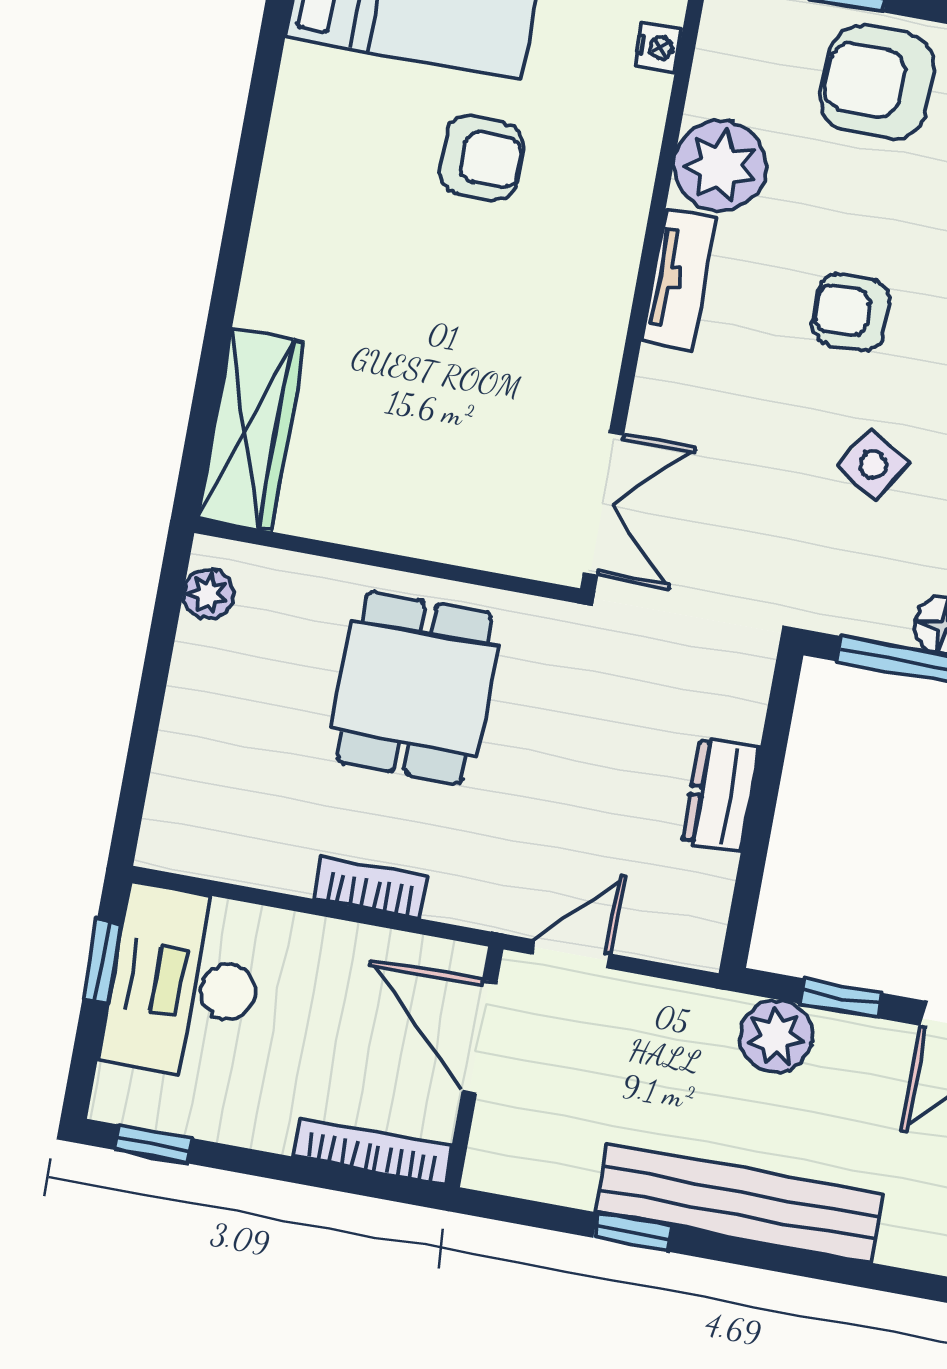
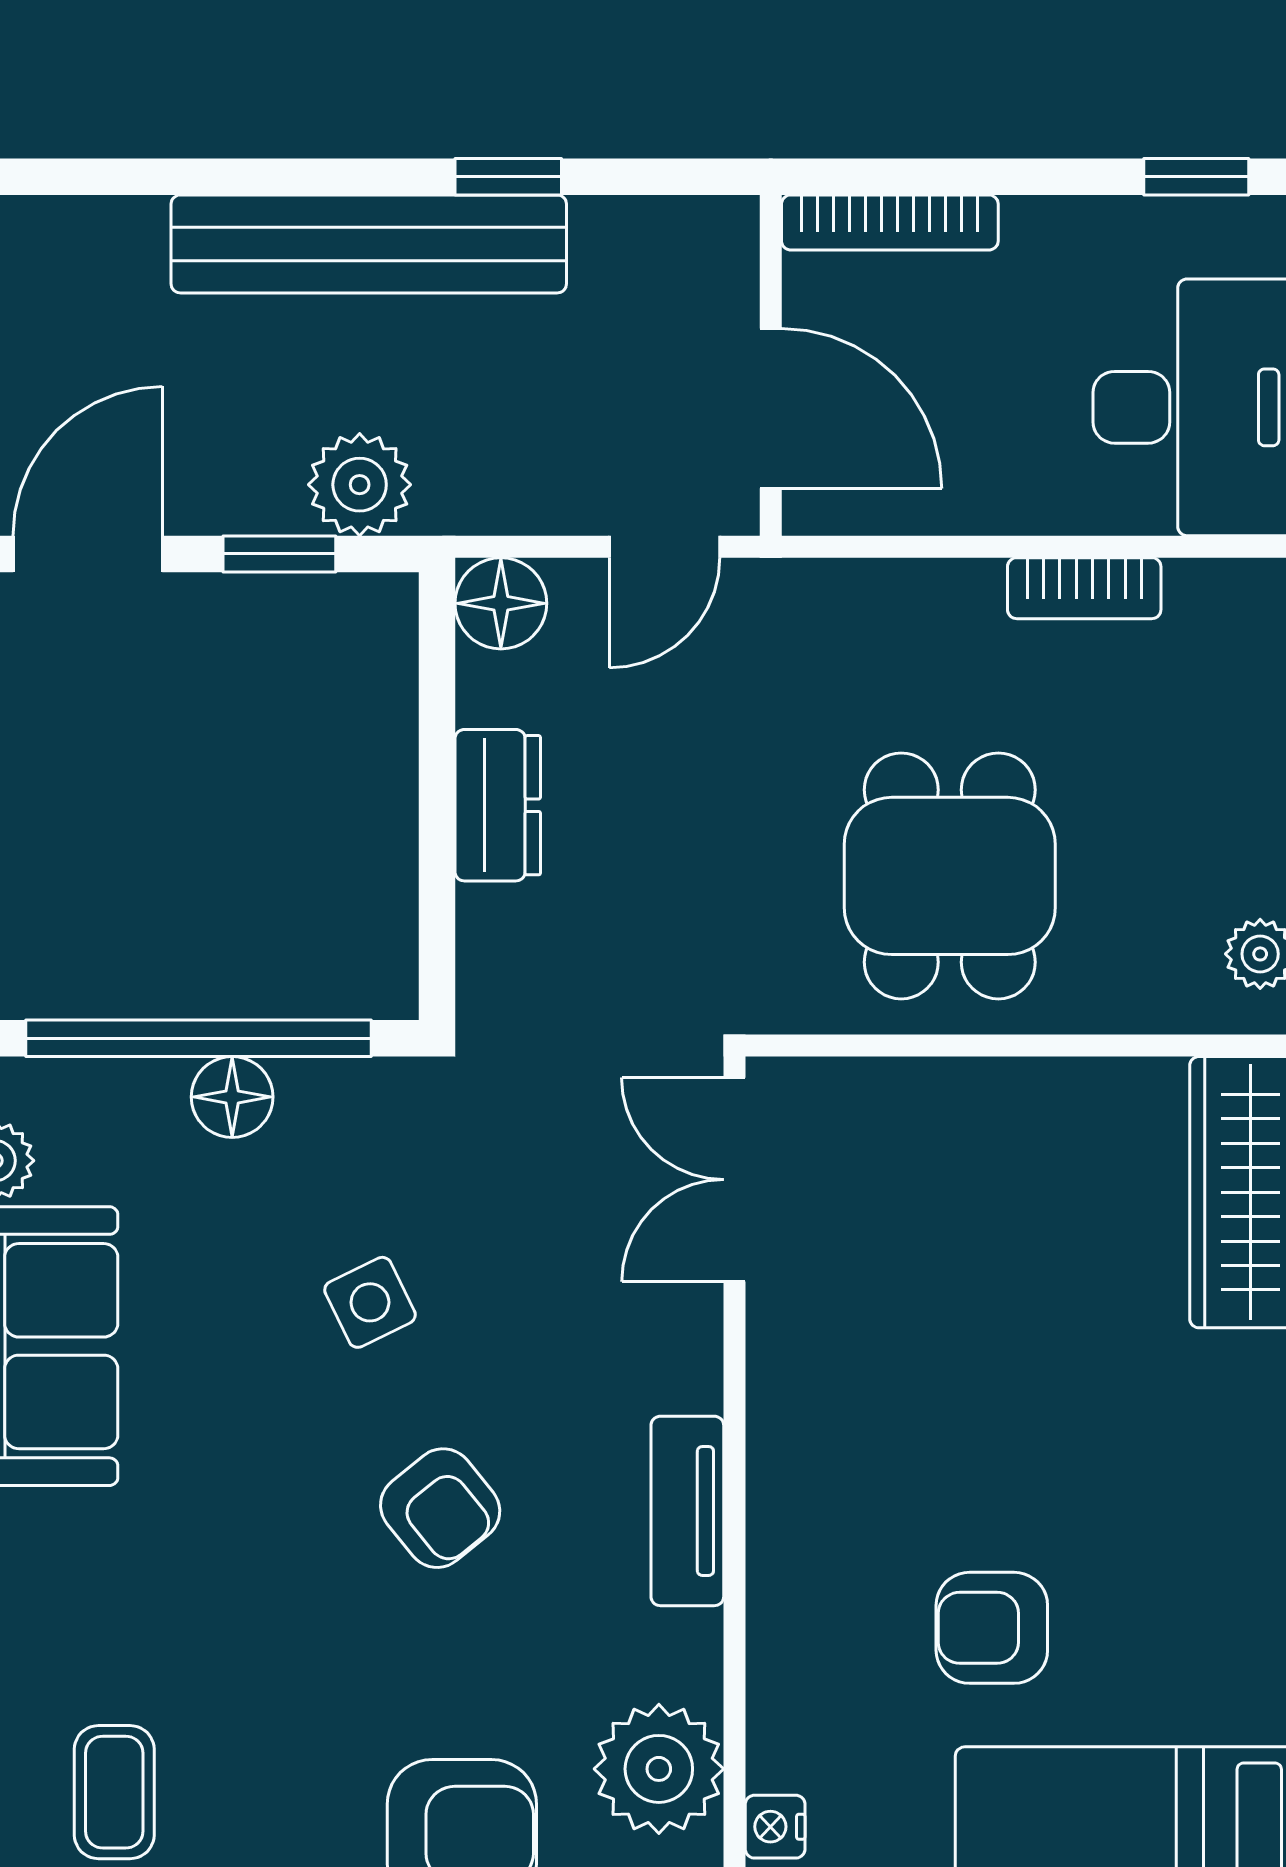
plant: (720, 166) -> (659, 1769), moved
armchair: (851, 312) -> (440, 1508), turned 51
side table: (873, 465) -> (370, 1302), turned 33
bookcase: (371, 887) -> (1084, 588), moved
floor lamp: (693, 935) -> (501, 603), added

